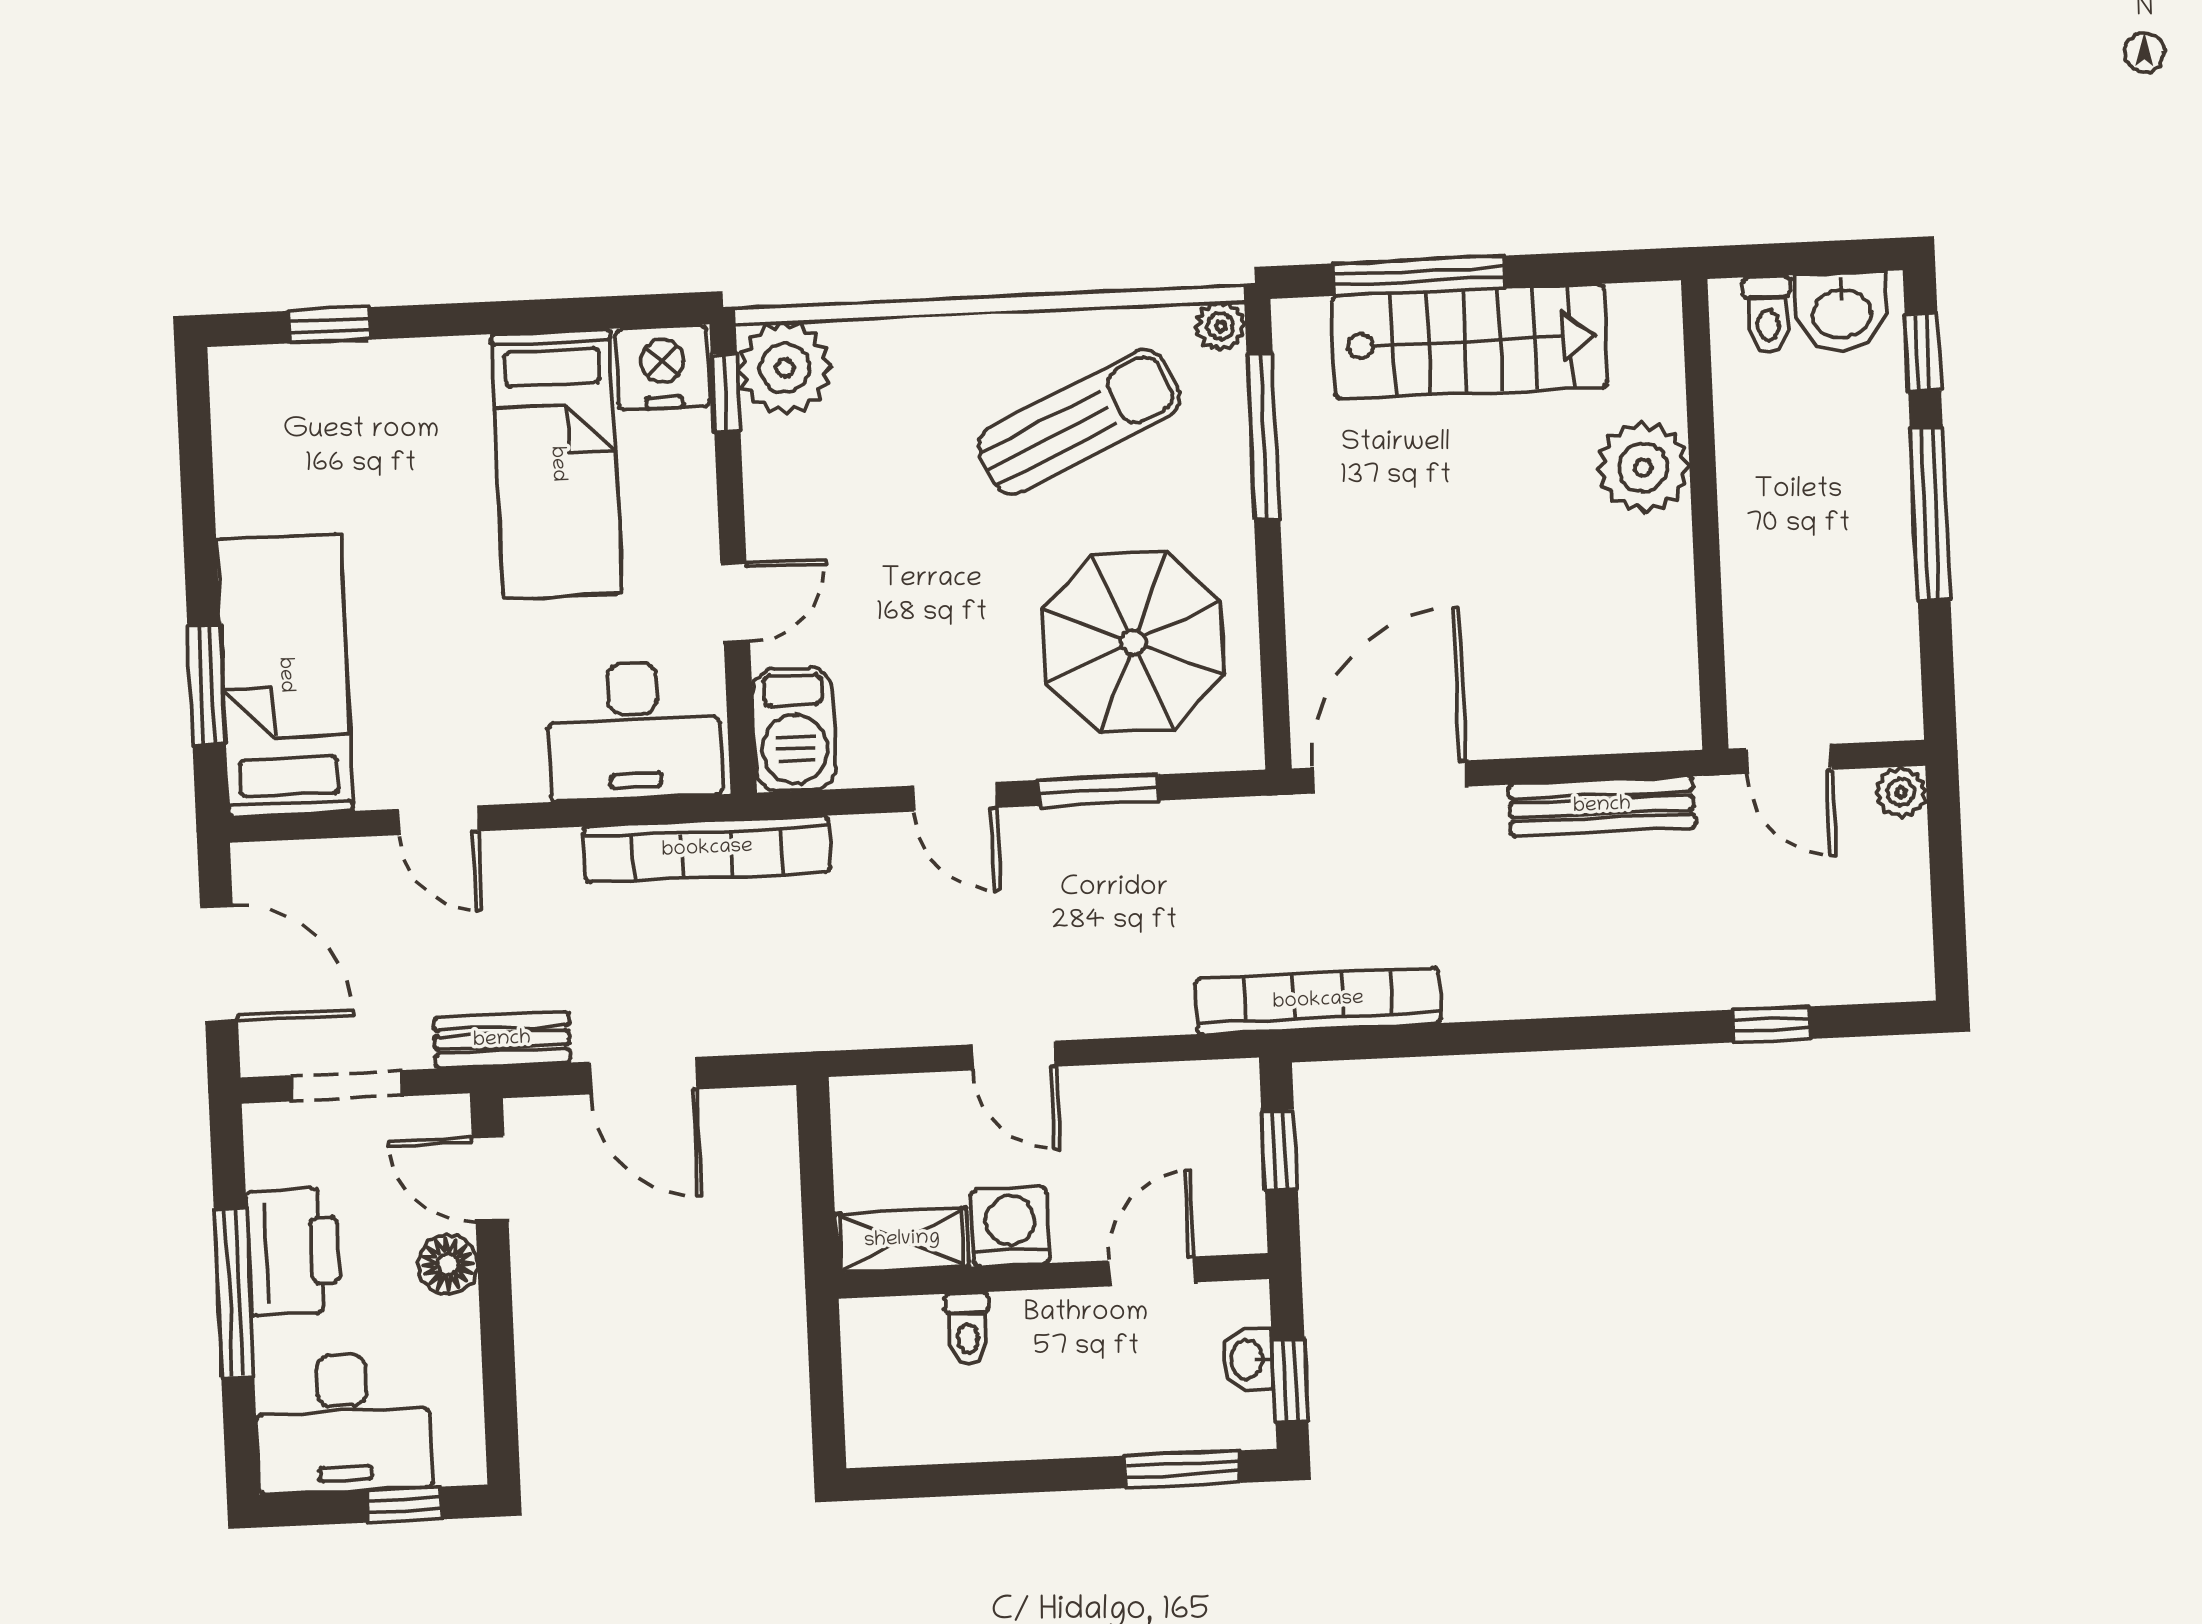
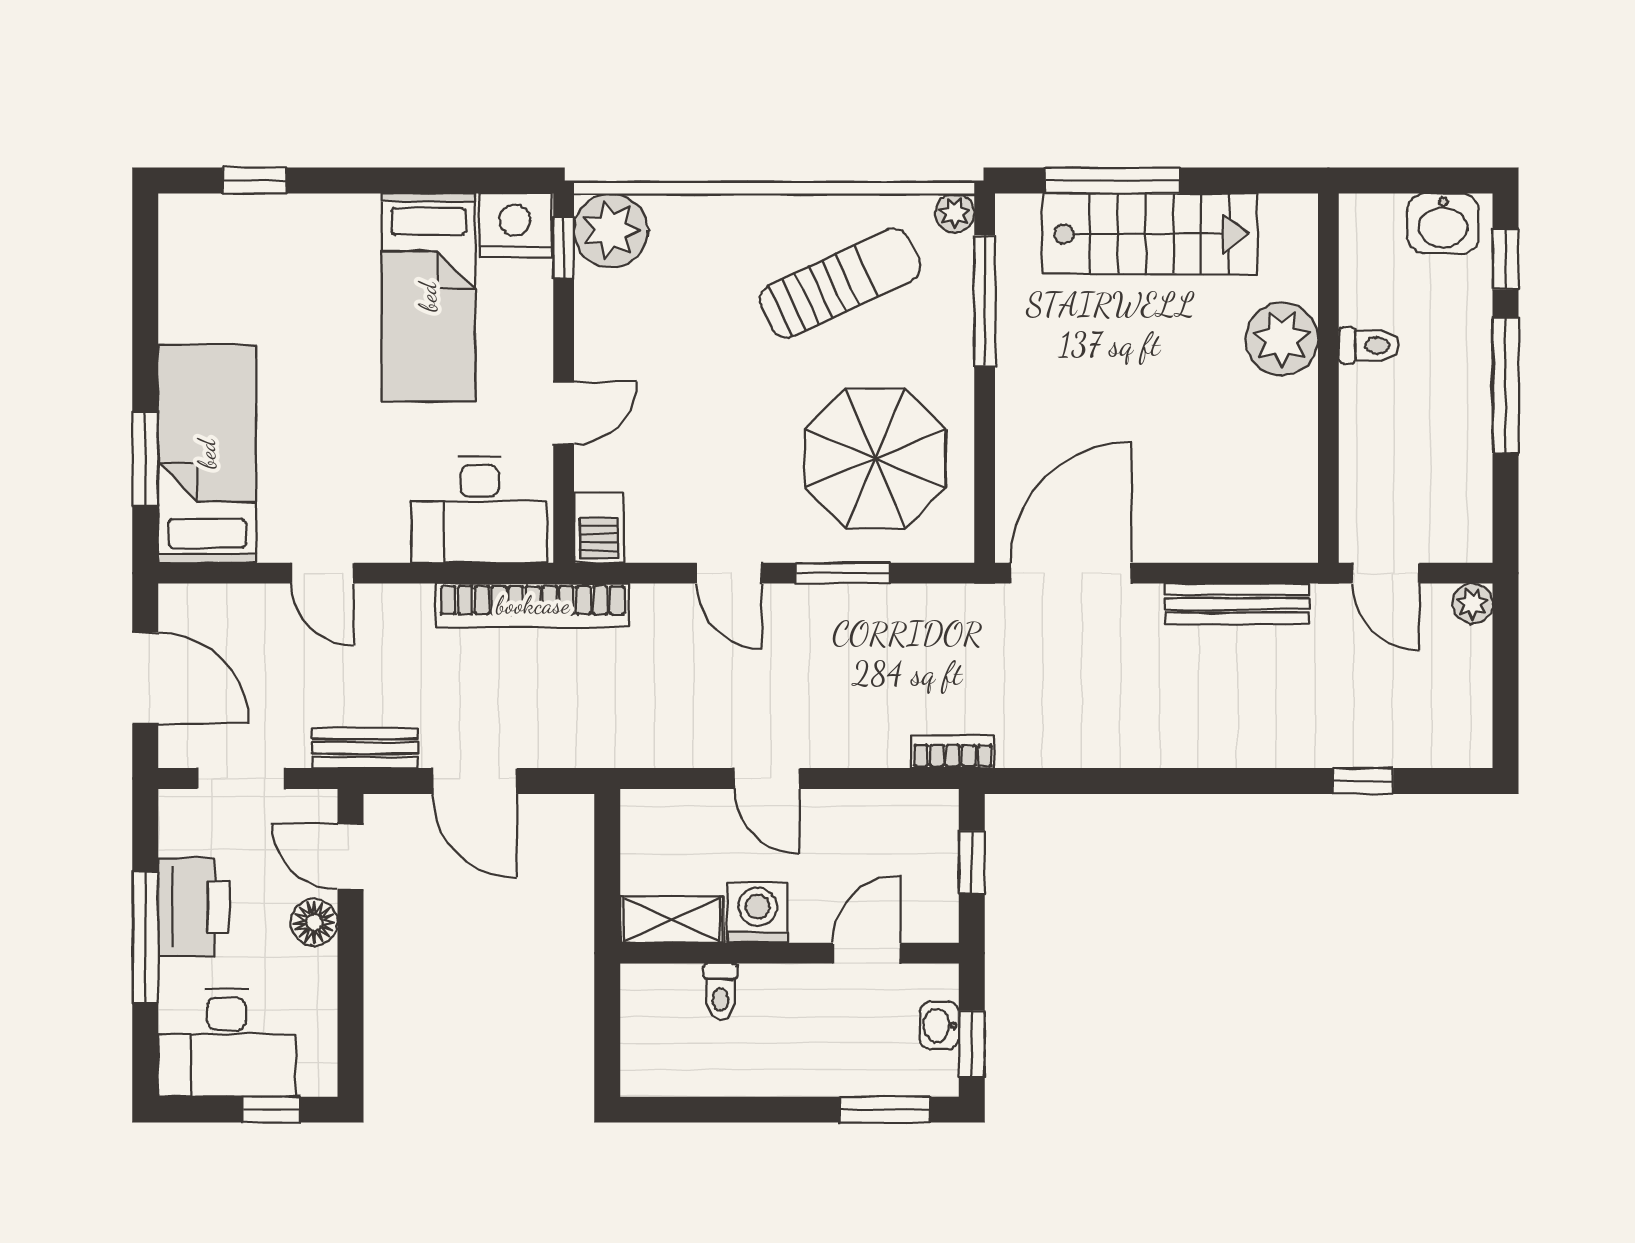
toilet: (1768, 315) -> (1369, 345), moved, turned -90
barbecue: (794, 729) -> (599, 528), width x0.73, depth x0.79
bookcase: (1318, 1001) -> (953, 752), width x0.43, depth x0.76

